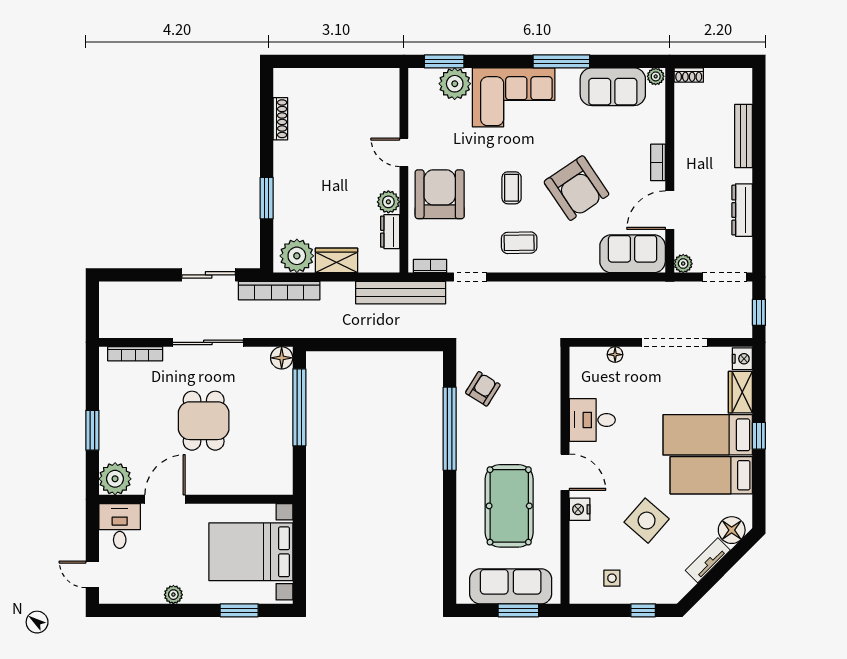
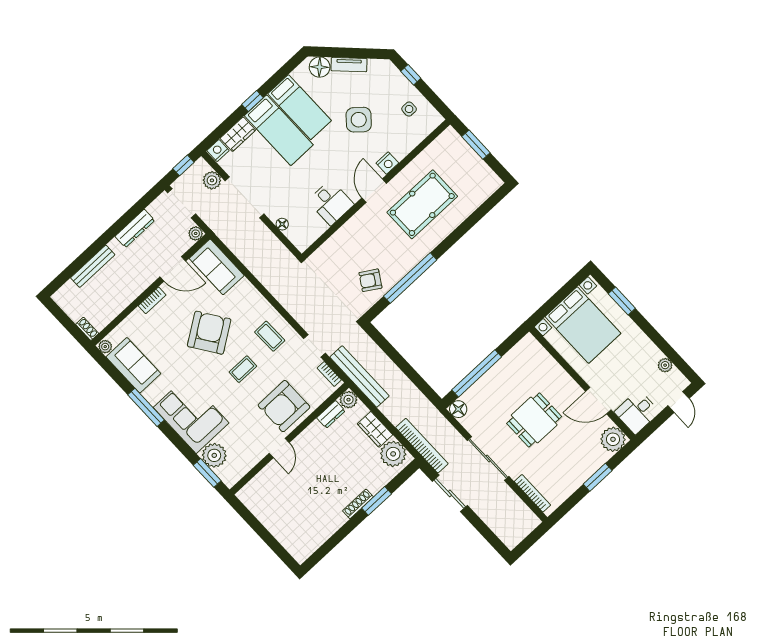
shoe rack: (280, 119) -> (358, 504), moved
plant: (388, 202) -> (348, 400), moved
plant: (719, 326) -> (212, 180), added
sofa: (511, 586) -> (467, 161), removed
plant: (173, 595) -> (665, 365), moved

